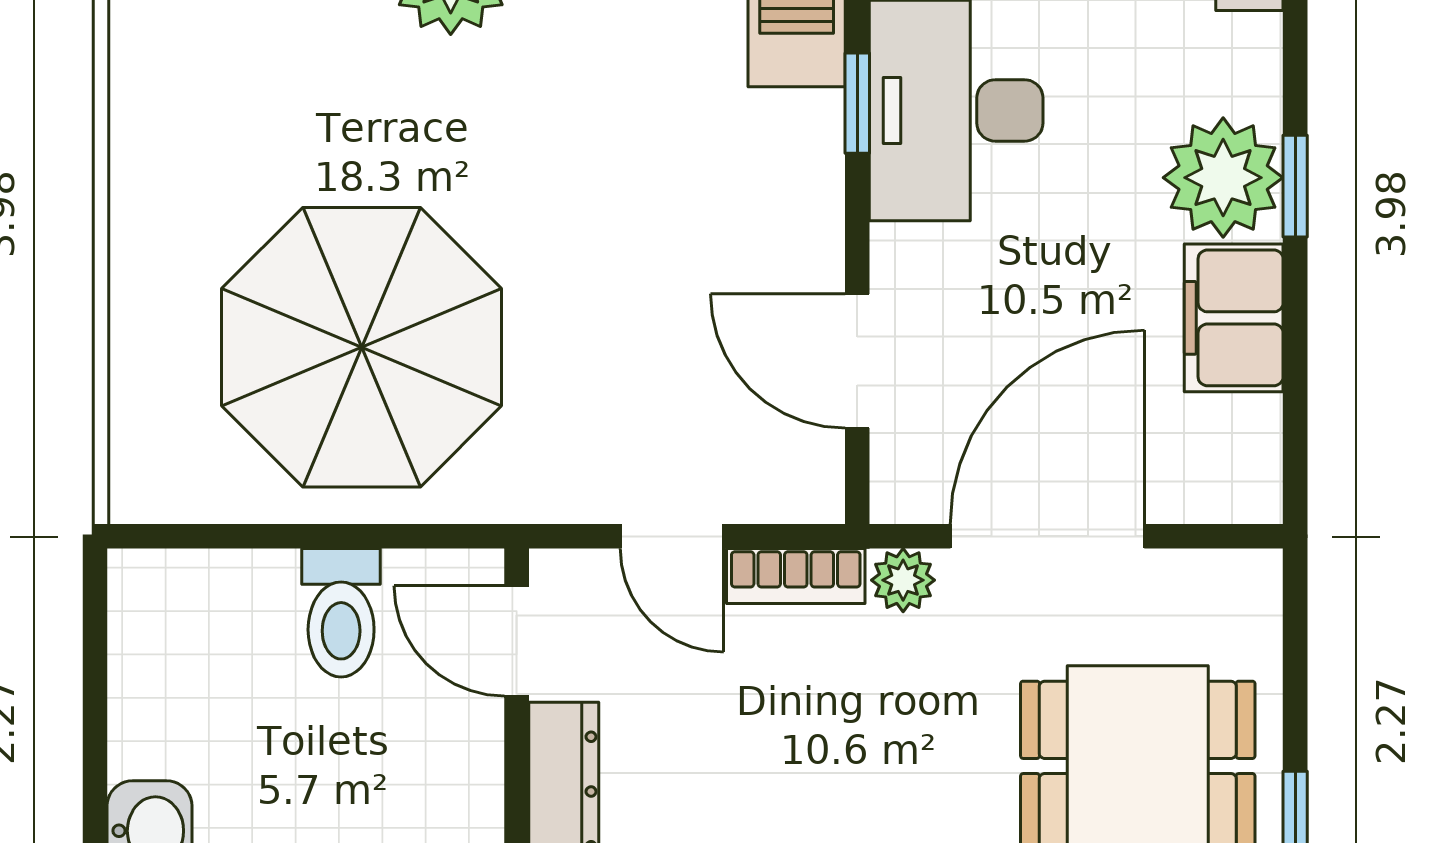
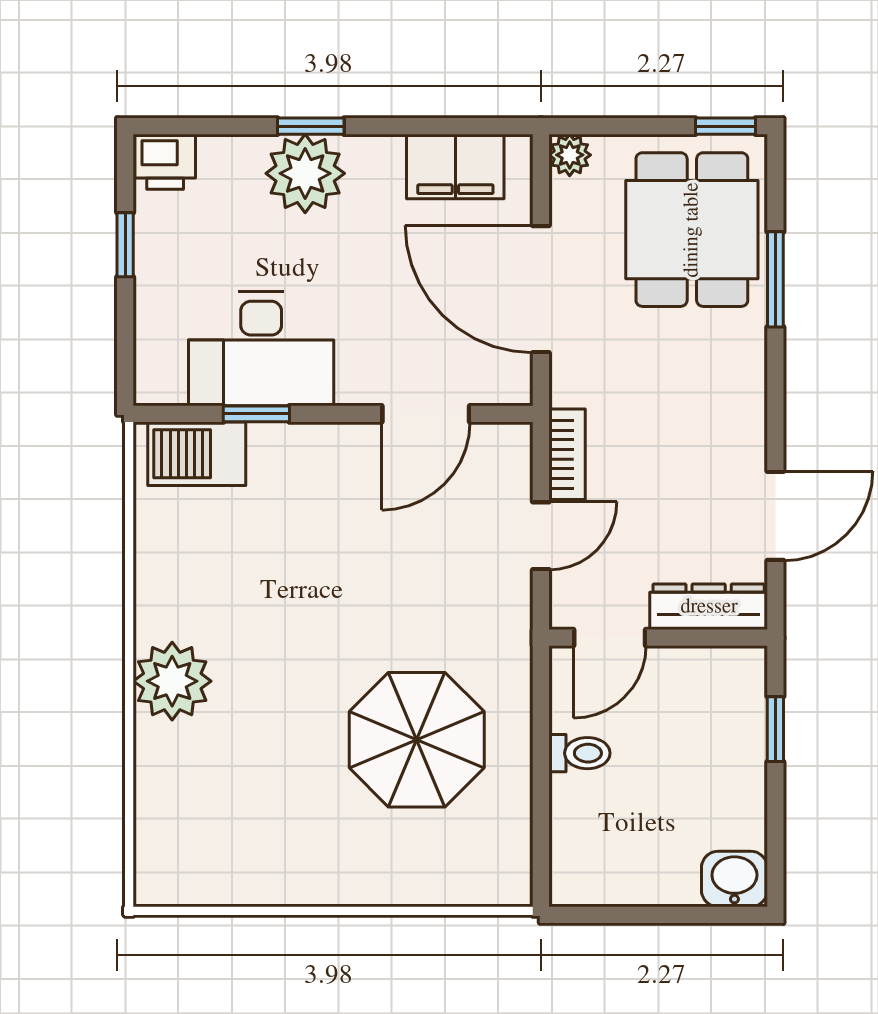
filing cabinet: (1234, 318) -> (455, 167), moved
parasol: (362, 347) -> (417, 740), width x0.73, depth x0.73
plant: (903, 580) -> (570, 155), moved
toilet: (341, 613) -> (579, 753), width x0.73, depth x0.72

